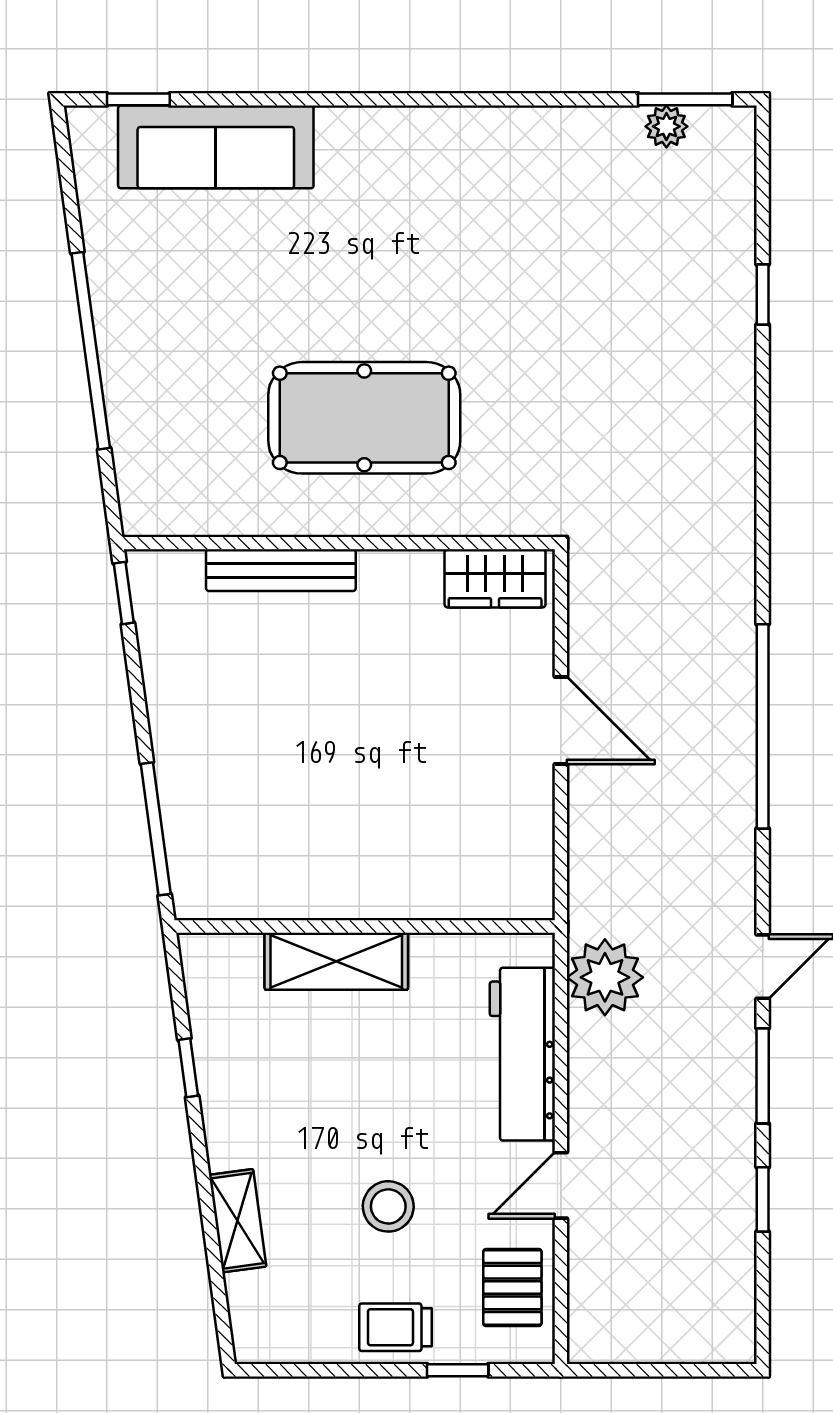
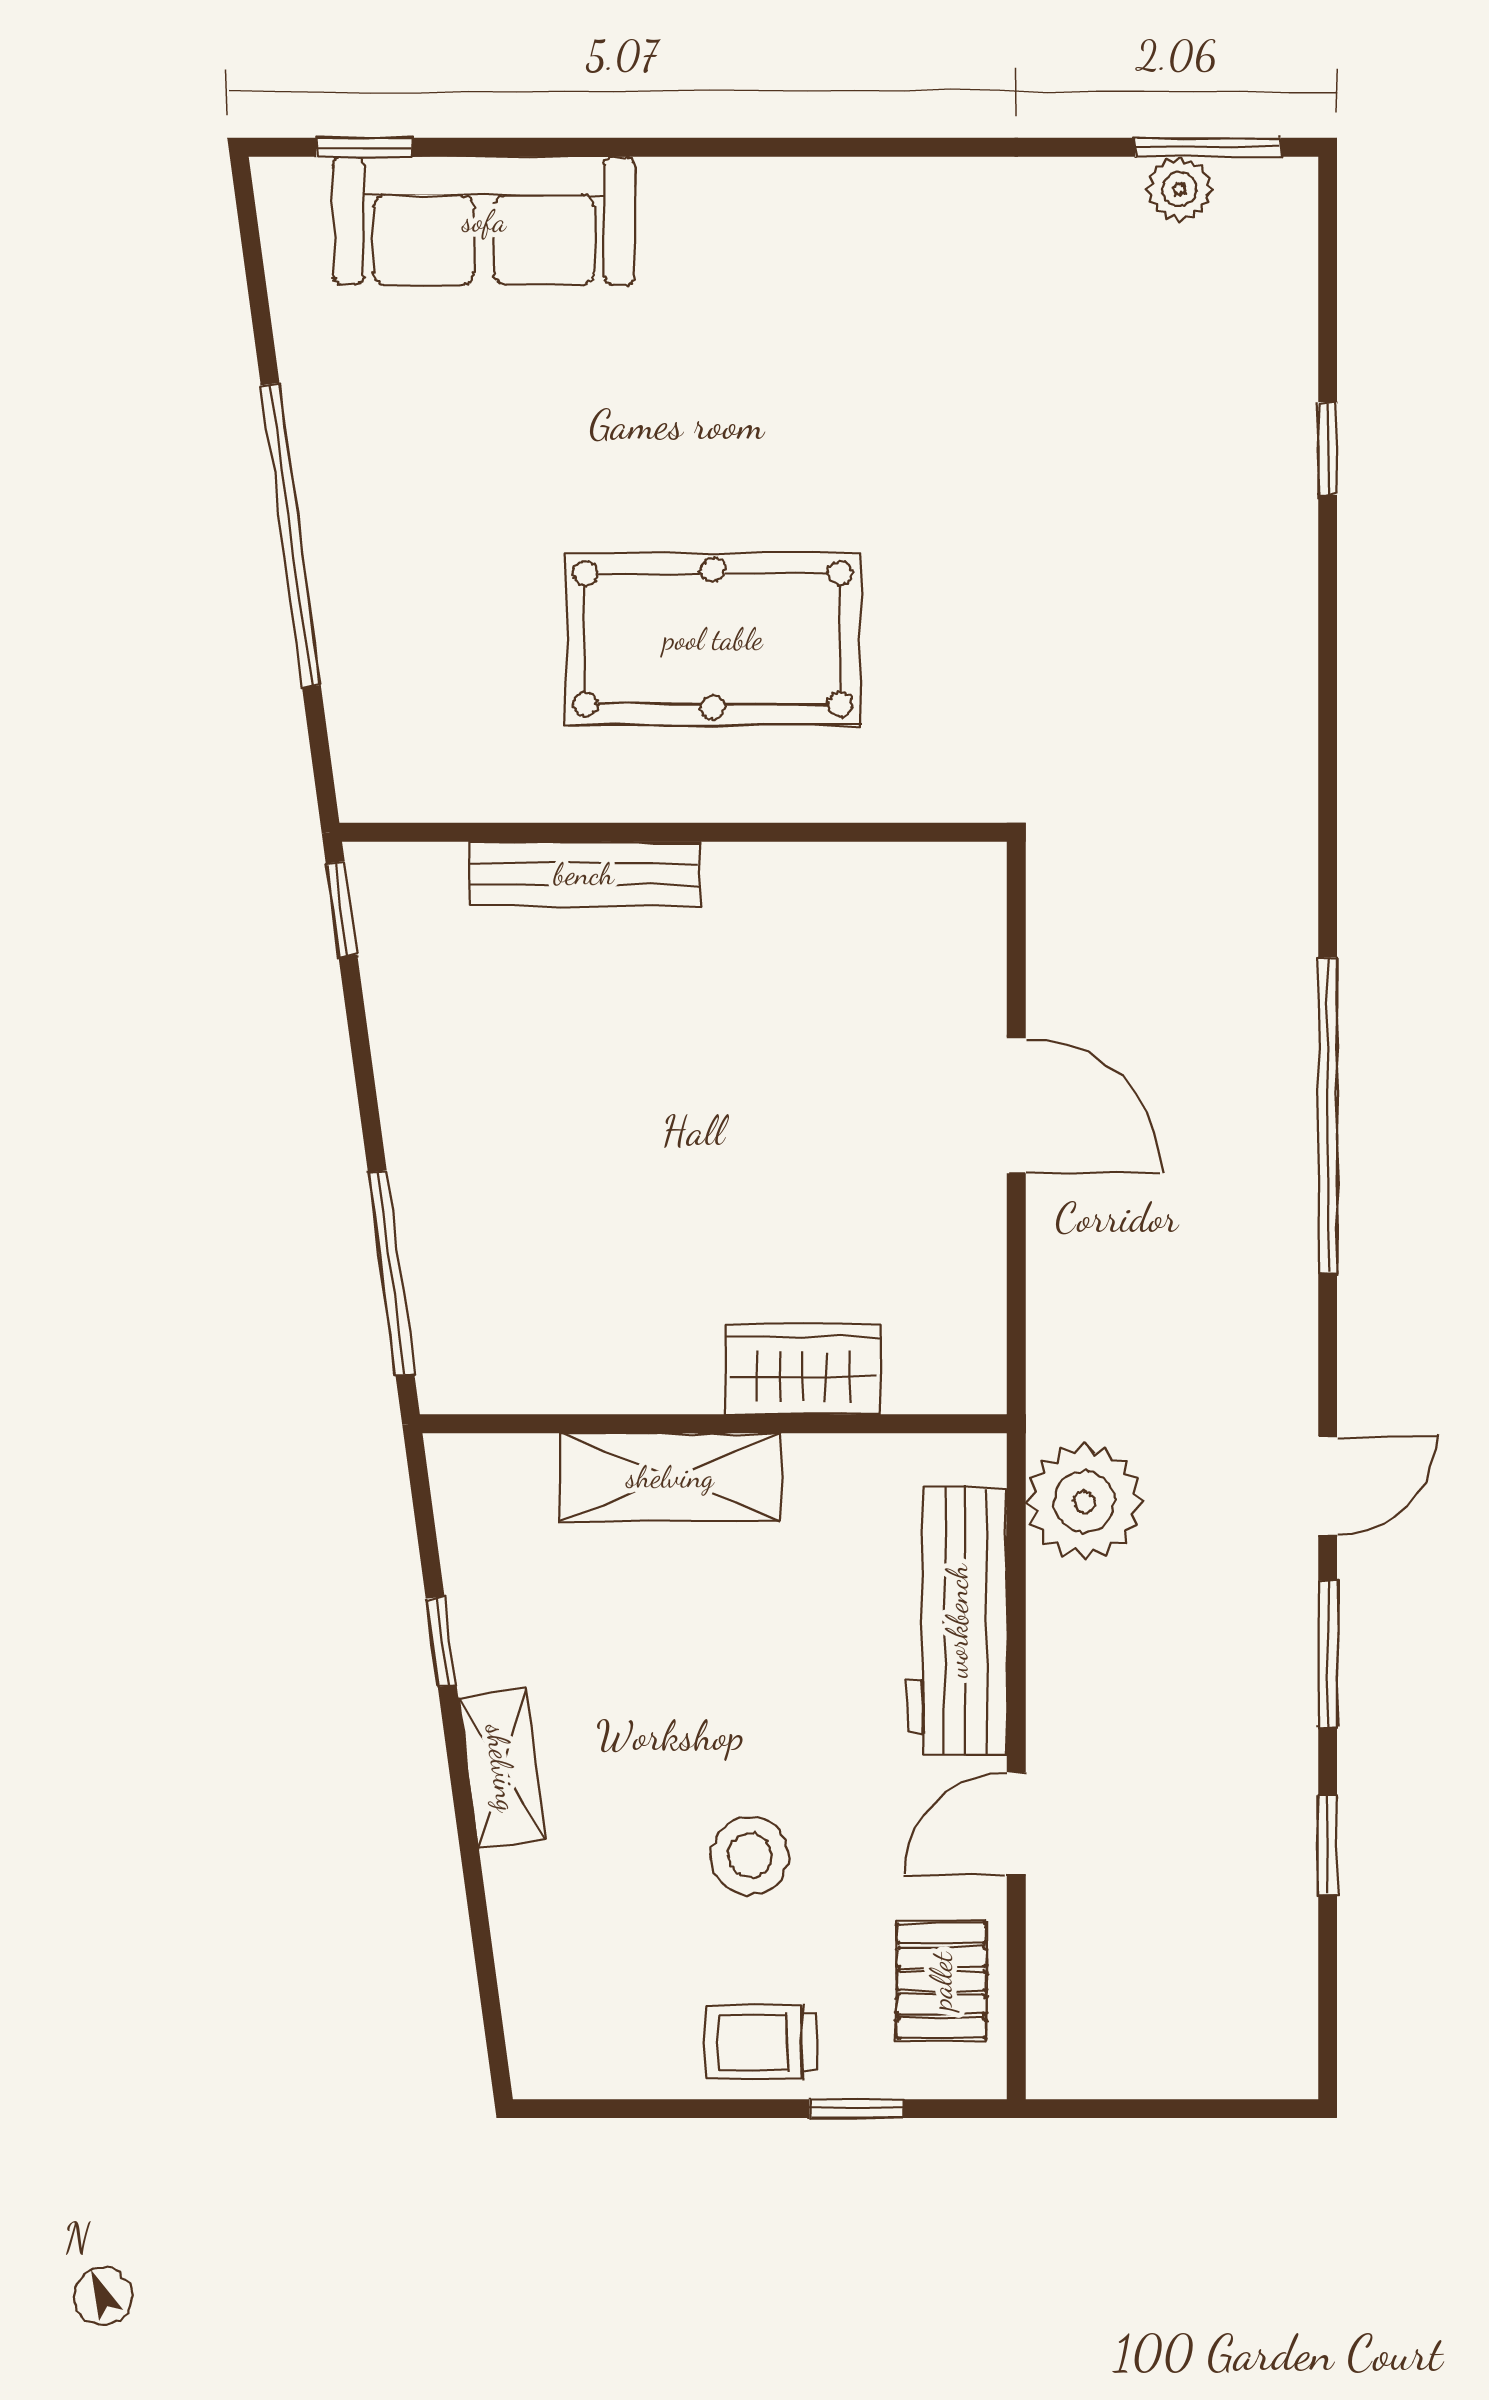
wardrobe: (495, 578) -> (803, 1369), moved, turned 180
shelving: (238, 1221) -> (502, 1768), moved

